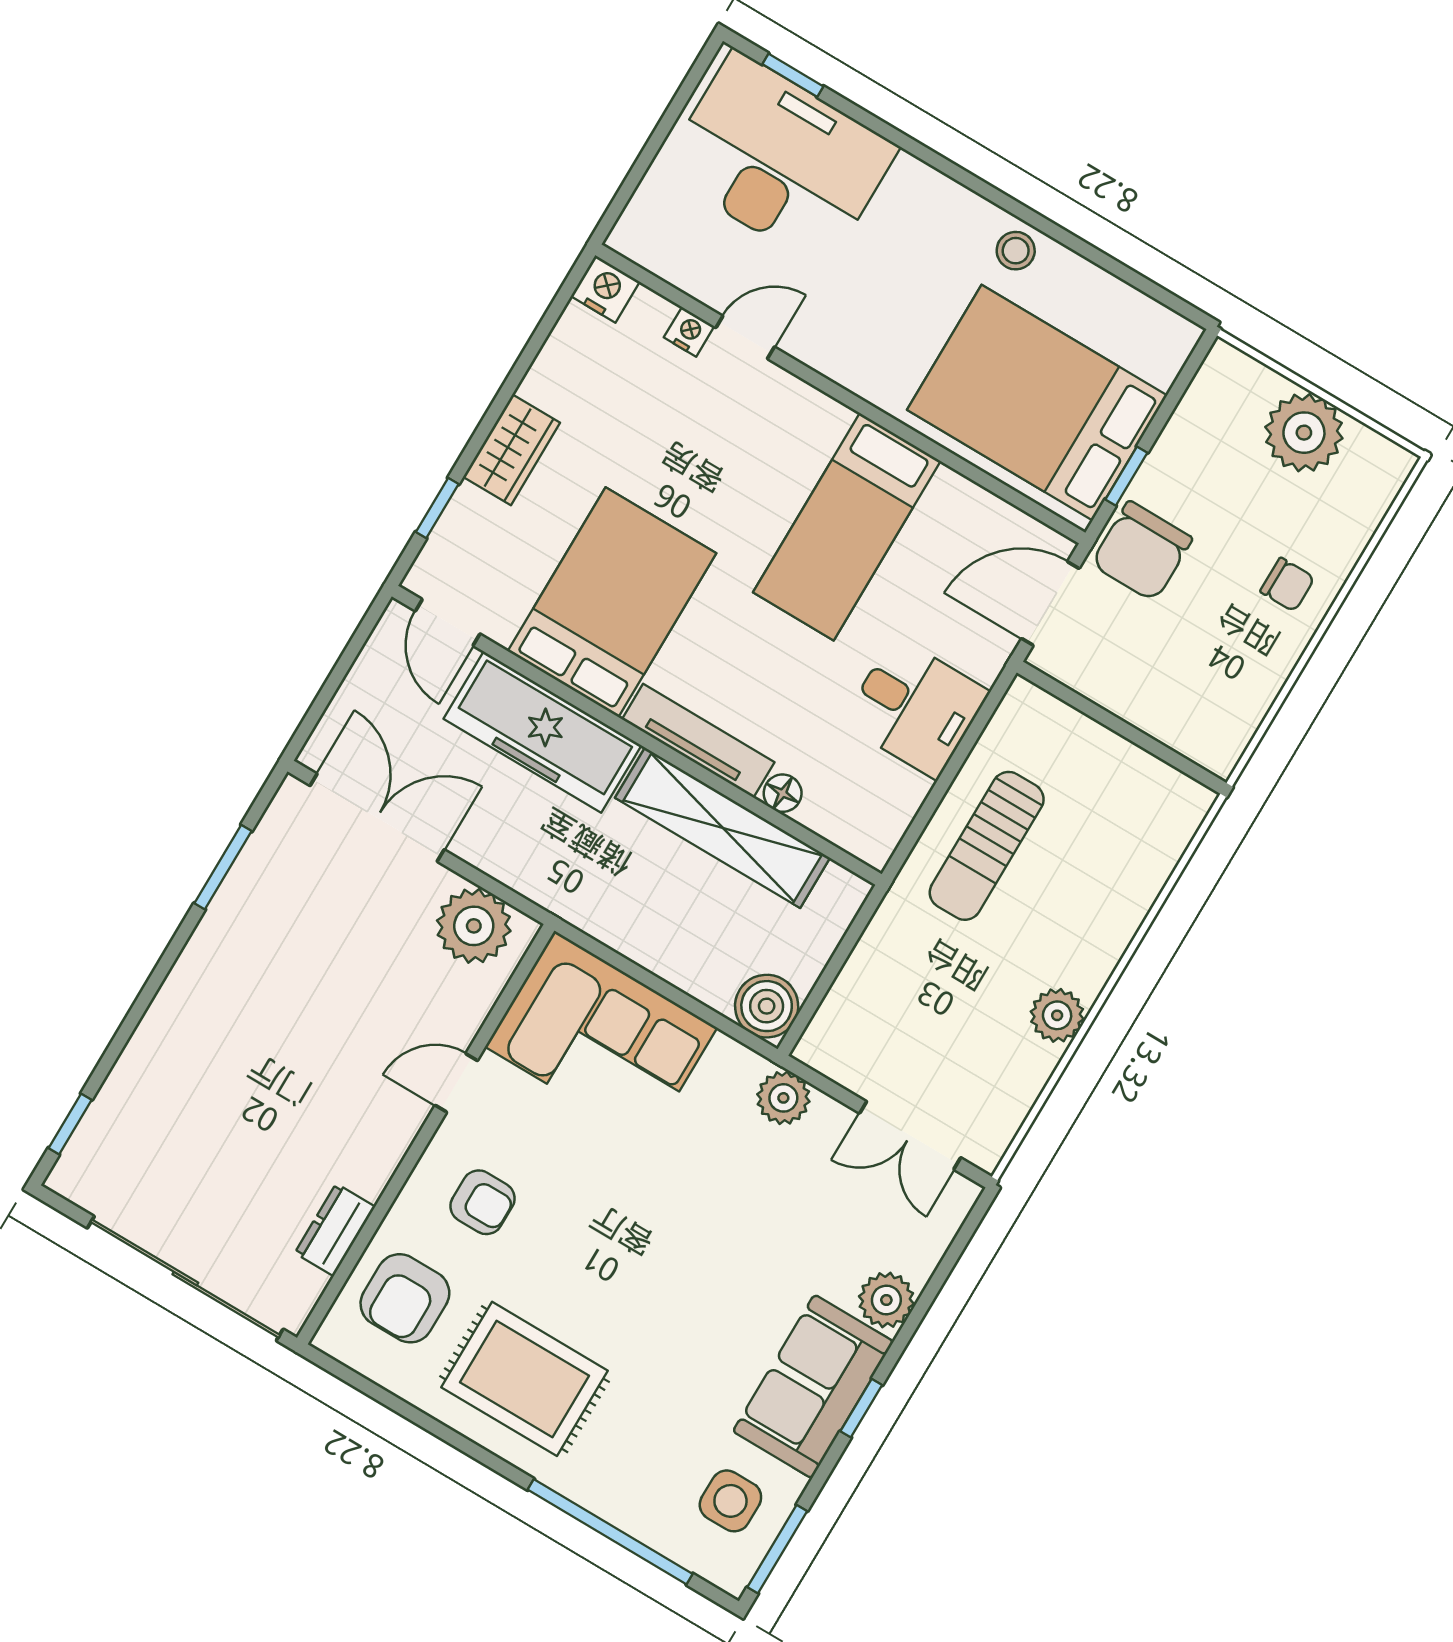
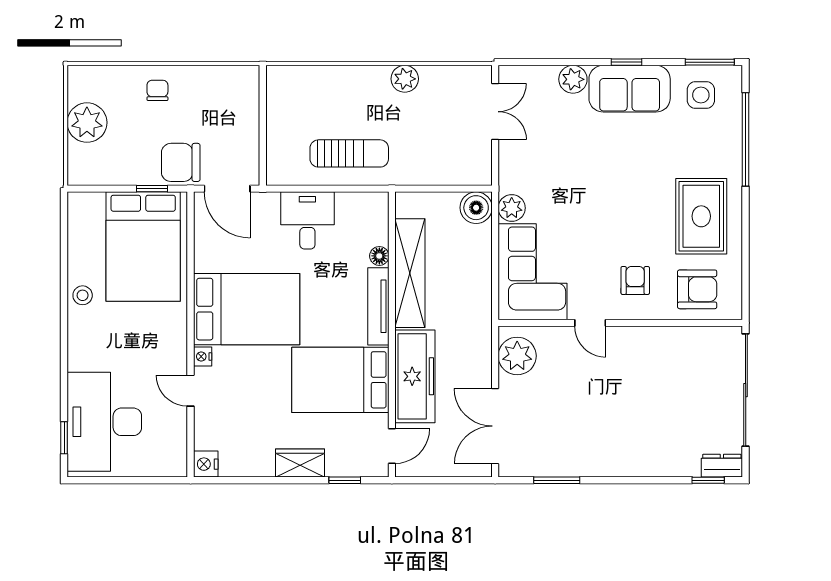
nightstand: (689, 332) -> (203, 356), moved
bed: (847, 527) -> (247, 309), width x1.50
chair: (1142, 551) -> (181, 162), turned 180
plant: (783, 1098) -> (512, 208), moved
dresser: (335, 1230) -> (722, 466), moved, turned 180

